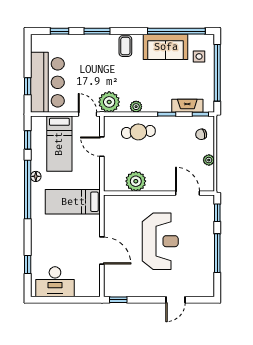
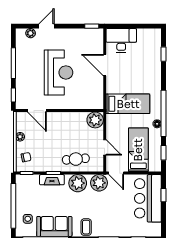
fireplace: (187, 106) -> (52, 180), moved
plant: (136, 107) -> (78, 183), width x1.87, depth x1.87
plant: (136, 181) -> (95, 120), moved
reception desk: (160, 241) -> (59, 72), turned 180
desk: (55, 282) -> (121, 40), moved
plant: (196, 291) -> (31, 33), added

